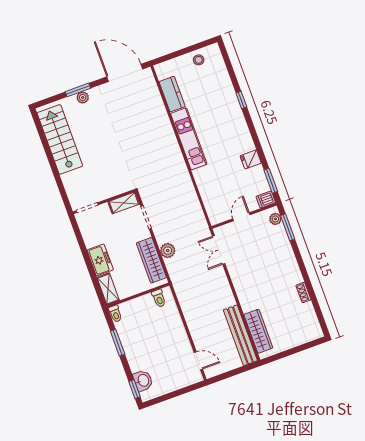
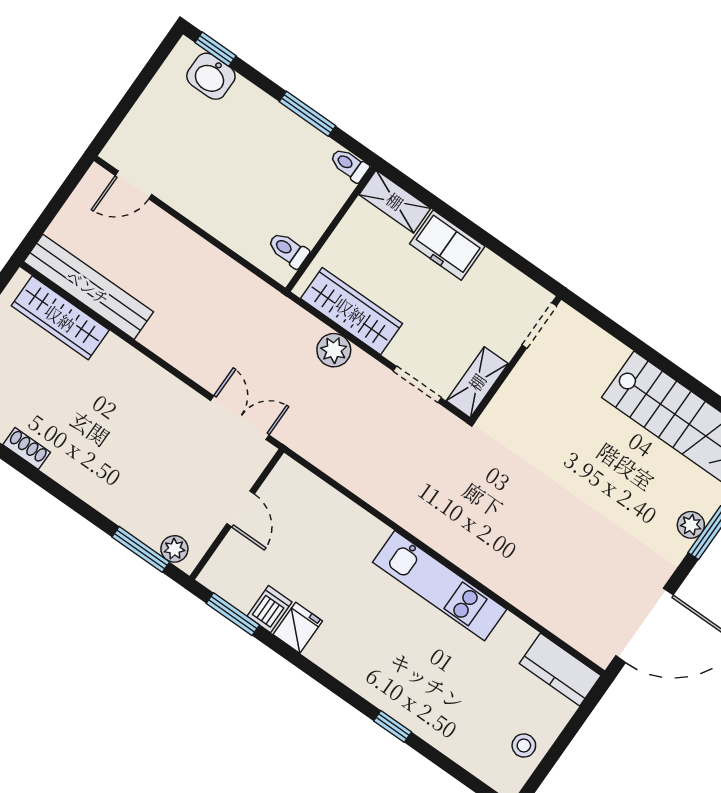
kitchen counter: (172, 94) -> (560, 669), moved
dishwasher: (266, 200) -> (270, 609), moved

